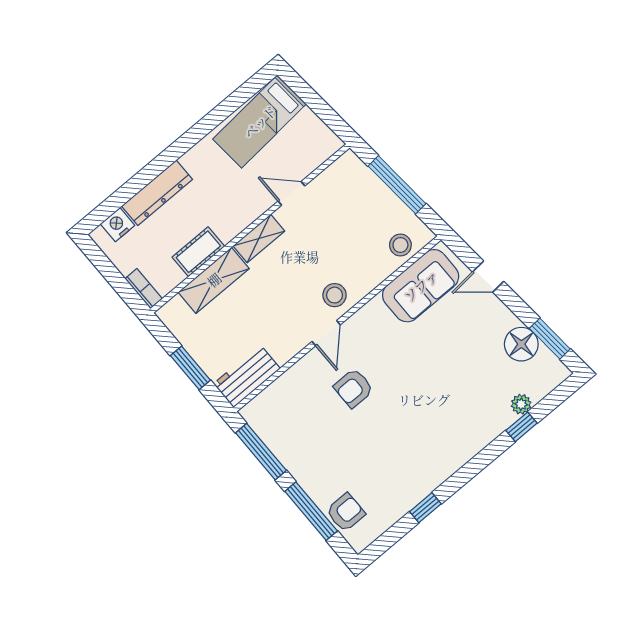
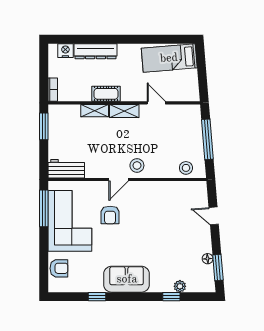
cot: (198, 252) -> (106, 94), moved
shelving: (214, 280) -> (95, 111), width x0.67, depth x0.75
sofa: (421, 286) -> (127, 279), moved, turned 180
floor lamp: (521, 344) -> (208, 259), width x0.53, depth x0.53
window: (190, 368) -> (44, 126), moved
armchair: (354, 388) -> (110, 215), turned -90
corner sofa: (308, 439) -> (70, 221), added
window: (311, 511) -> (44, 255), removed

